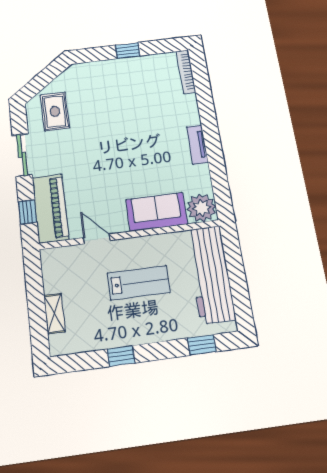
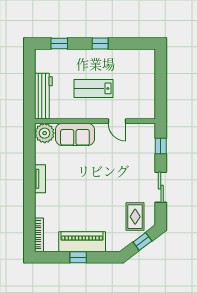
window: (41, 81) -> (142, 241), added
piano: (50, 208) -> (82, 242), moved, turned 90
workbench: (210, 274) -> (43, 96), width x0.73, depth x0.76
shelving: (54, 314) -> (150, 76), removed
window: (121, 356) -> (100, 44), moved

